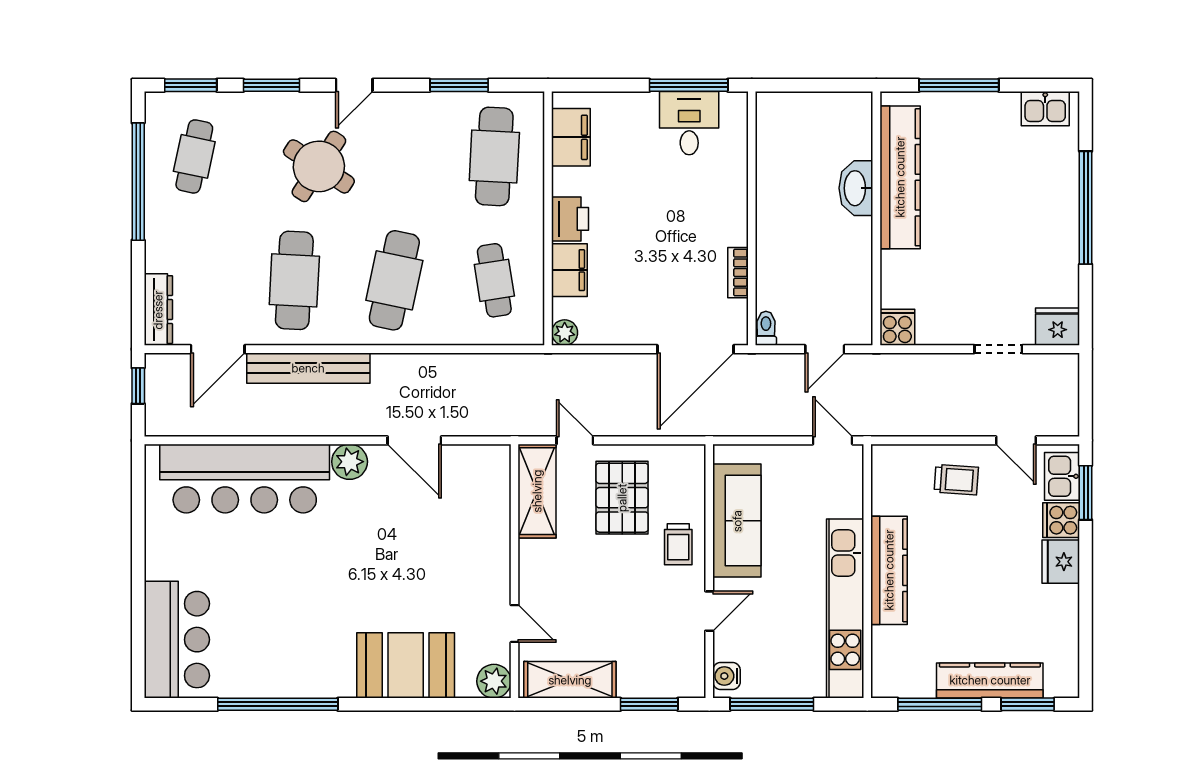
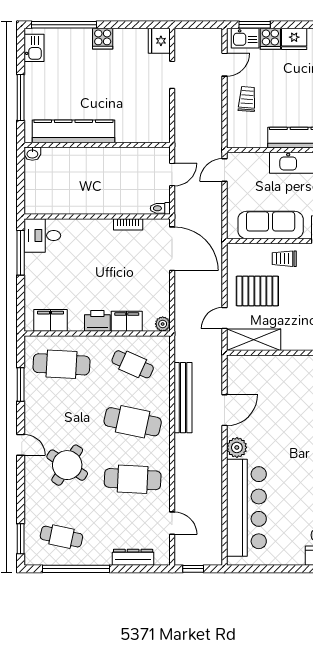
window: (272, 85) -> (21, 492), removed
desk: (689, 123) -> (42, 235), moved
washbasin: (856, 188) -> (32, 154), moved, width x0.52, depth x0.69
window: (1086, 208) -> (64, 25), moved
cafe table: (494, 280) -> (133, 364), turned 33
dresser: (158, 310) -> (133, 557), moved
cooker: (897, 327) -> (103, 39), moved, turned -90
door: (218, 349) -> (172, 523), width x0.73
door: (825, 349) -> (172, 175), hinge flipped
bench: (308, 368) -> (183, 398), moved
trolley: (678, 544) -> (284, 259), turned 180

